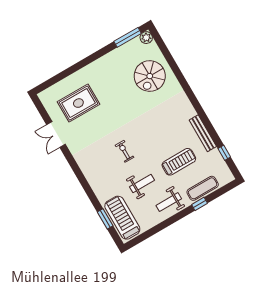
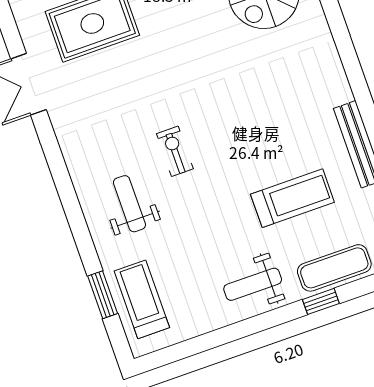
weight bench: (142, 184) -> (129, 204), moved, turned -90
treadmill: (122, 218) -> (142, 299), width x0.73, depth x0.73

